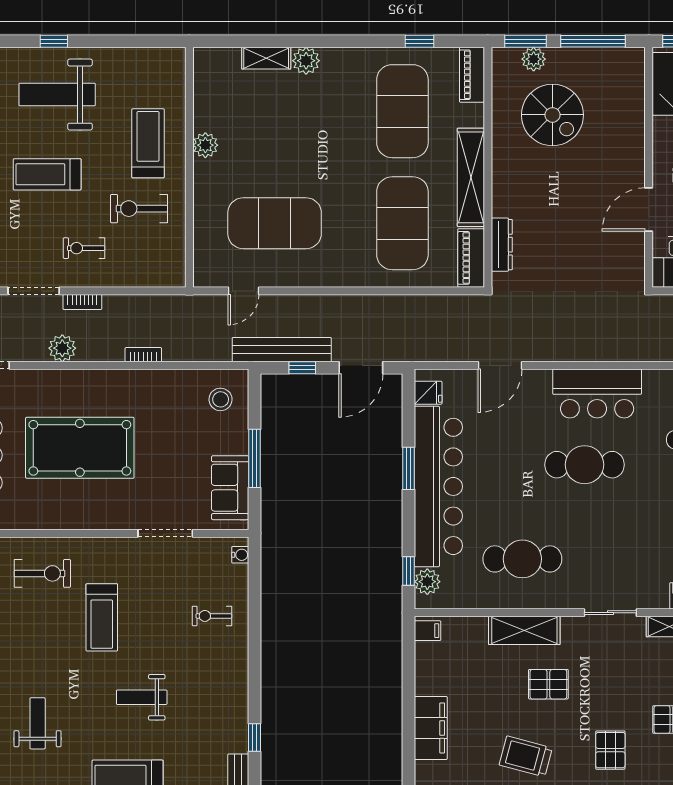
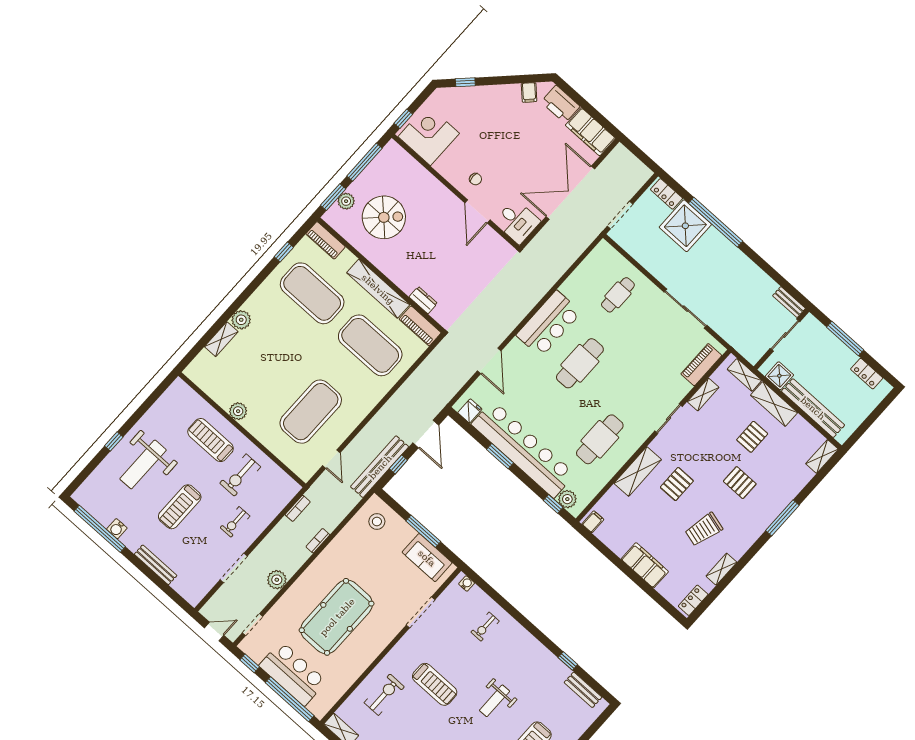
dresser: (502, 245) -> (423, 300), width x0.70
bookcase: (82, 302) -> (298, 508), moved

